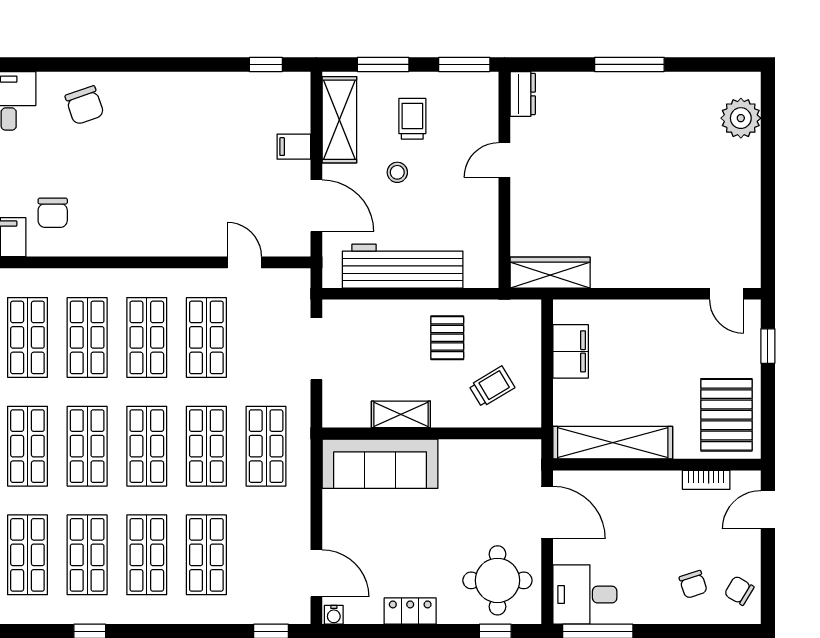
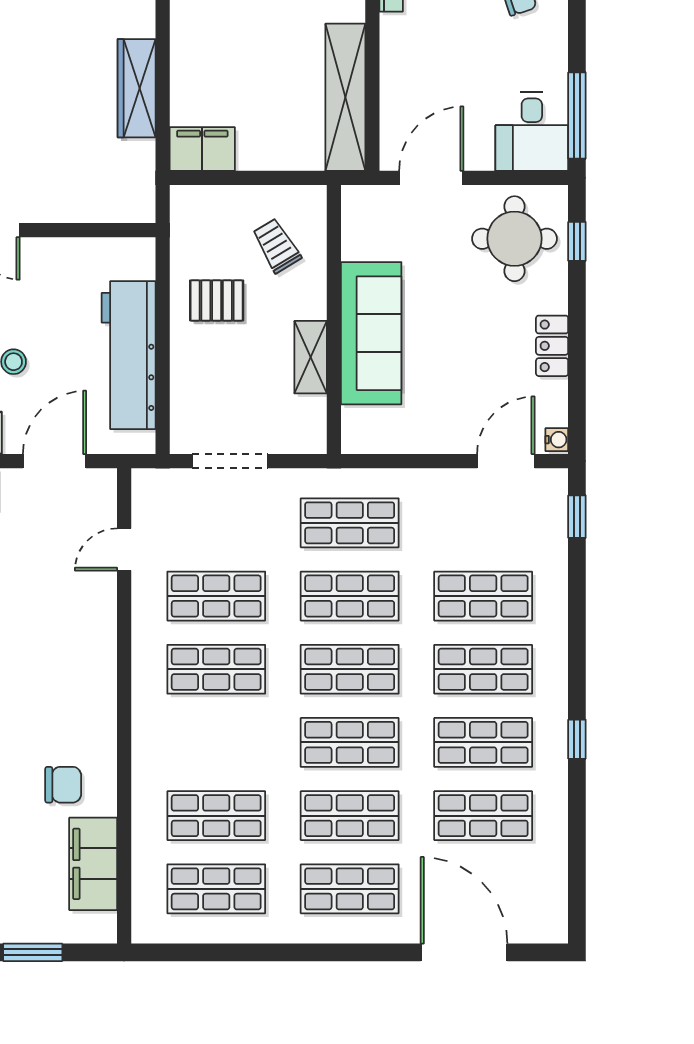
wardrobe: (550, 273) -> (137, 88), moved
shop shelf: (87, 337) -> (216, 742), removed
filing cabinet: (571, 351) -> (202, 149), moved
sofa: (380, 464) -> (371, 333), moved

